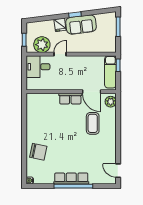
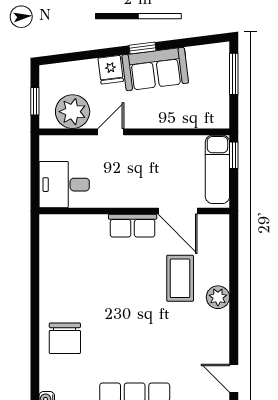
desk: (38, 67) -> (64, 185), moved
plant: (111, 102) -> (218, 297), moved
chair: (38, 152) -> (65, 338), turned 78

